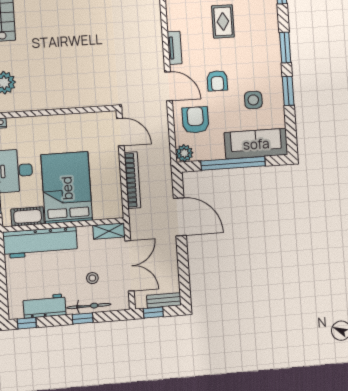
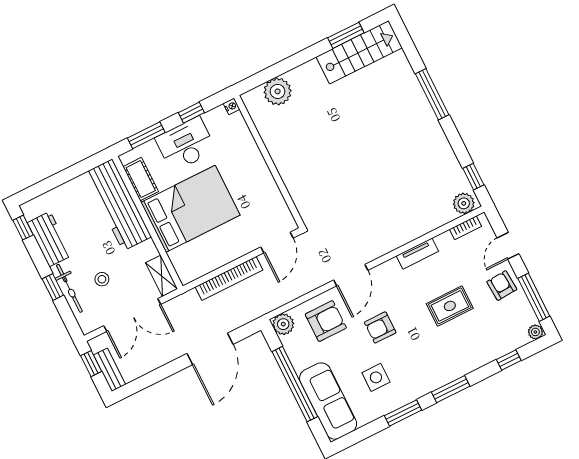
tv unit: (175, 48) -> (417, 254), moved

